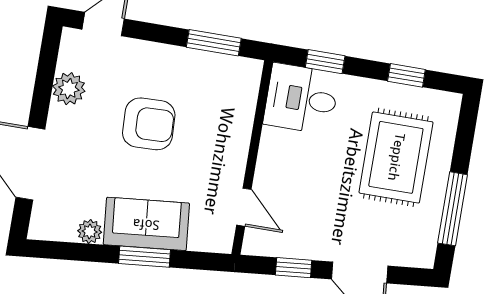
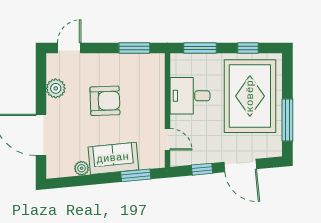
window: (325, 62) -> (200, 48), width x1.50
desk: (301, 99) -> (190, 96), moved
rug: (396, 157) -> (250, 96), width x1.37, depth x1.44
window: (145, 257) -> (136, 175), moved

